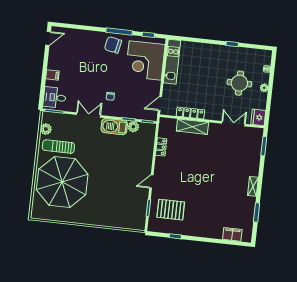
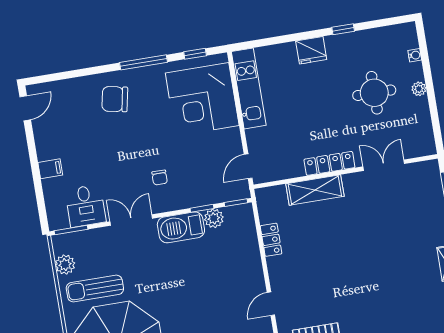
chair: (113, 45) -> (115, 99), moved
desk: (55, 97) -> (86, 206), moved, turned -90
locker: (190, 113) -> (329, 163), moved
fridge: (258, 117) -> (311, 50), moved, turned -90

